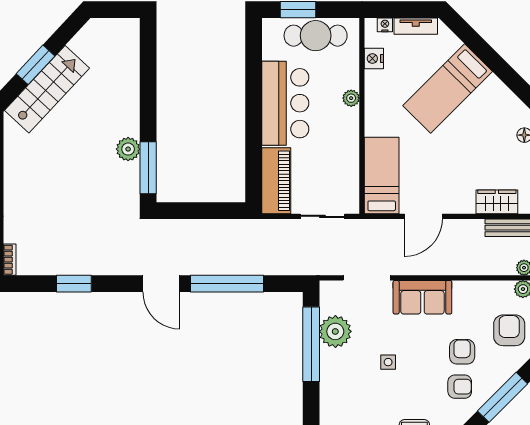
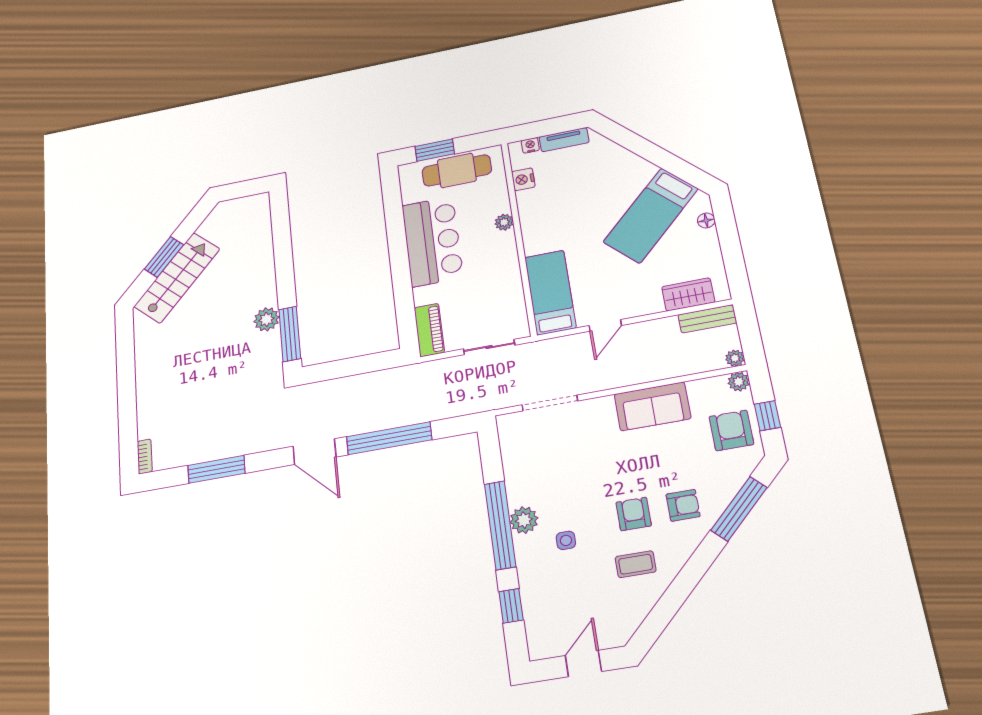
bed: (448, 89) -> (651, 215), moved
piano: (276, 181) -> (429, 330), width x0.73, depth x0.75
door: (423, 216) -> (605, 325), width x0.73
window: (74, 284) -> (216, 469), width x1.44
sofa: (422, 297) -> (652, 406), moved
plant: (335, 331) -> (524, 520), moved, width x0.73, depth x0.73
window: (311, 344) -> (500, 525), moved
armchair: (462, 352) -> (634, 514), moved
side table: (388, 362) -> (566, 540), moved

